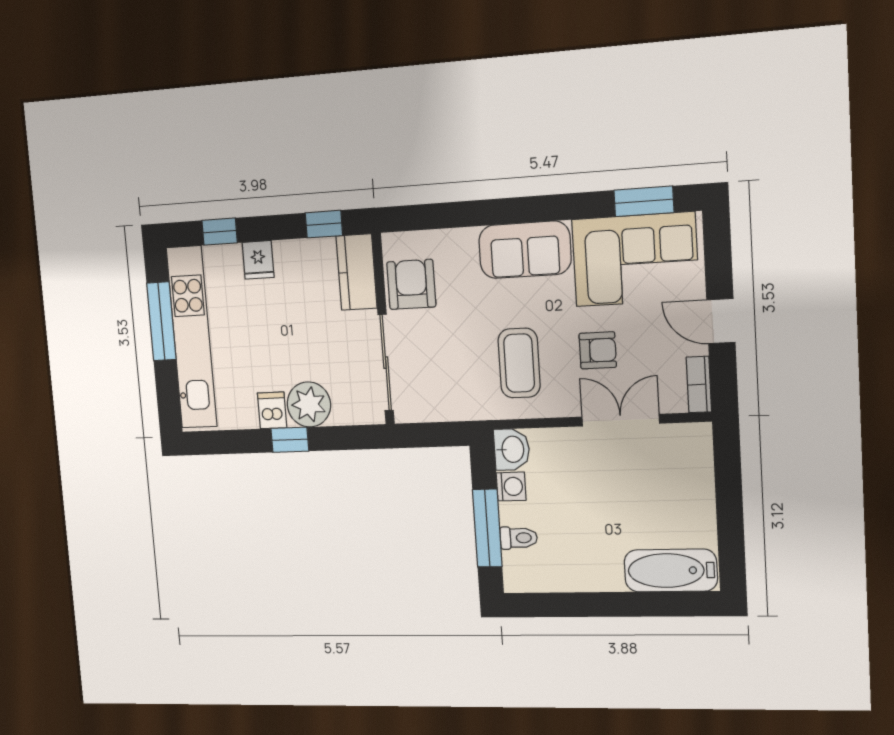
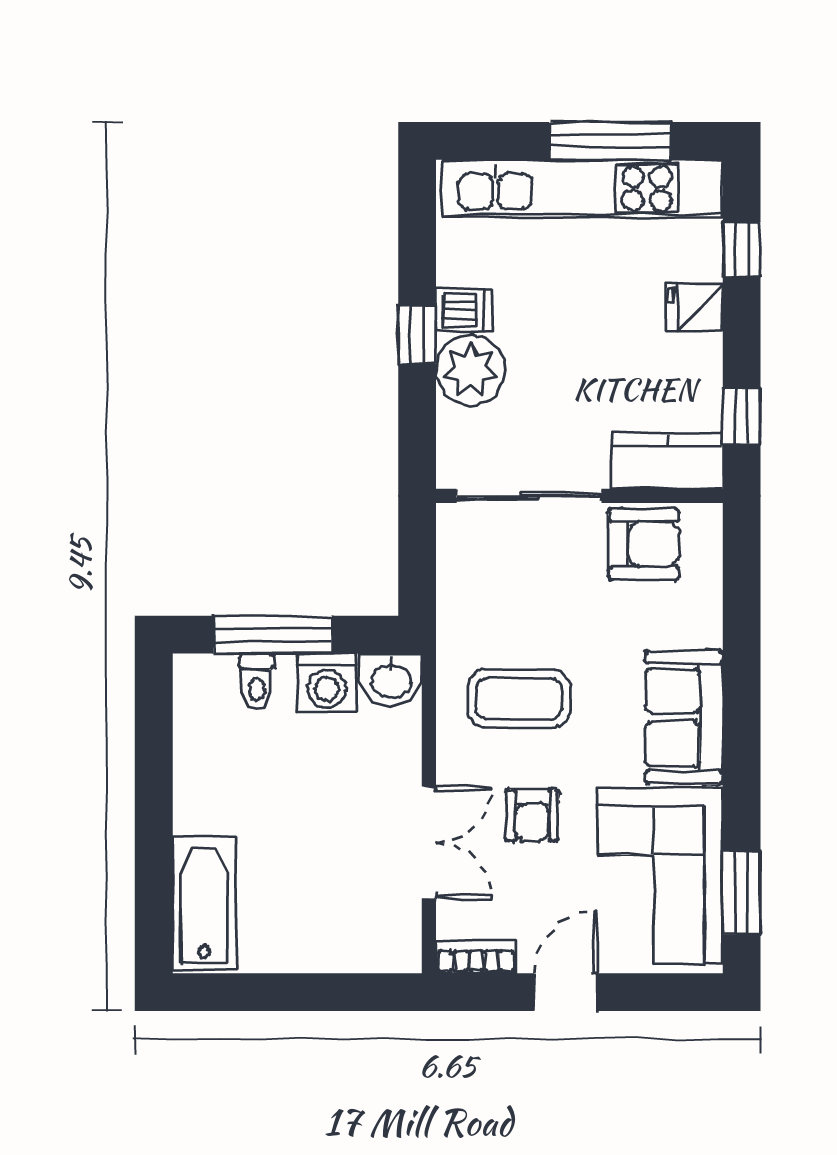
washing machine: (511, 487) -> (327, 683), width x1.38, depth x1.38

